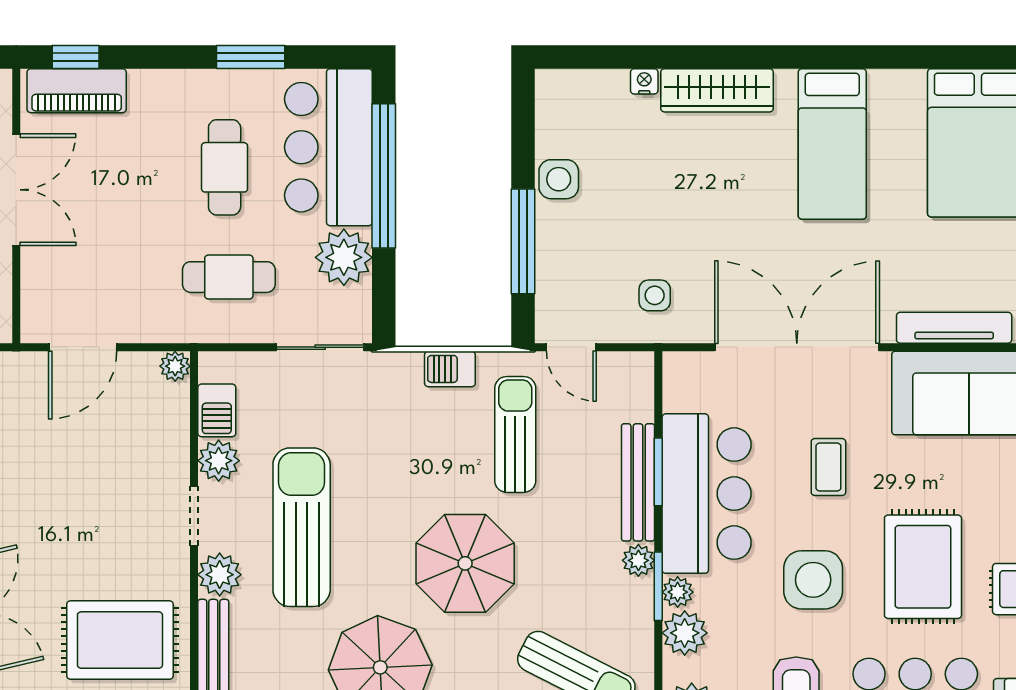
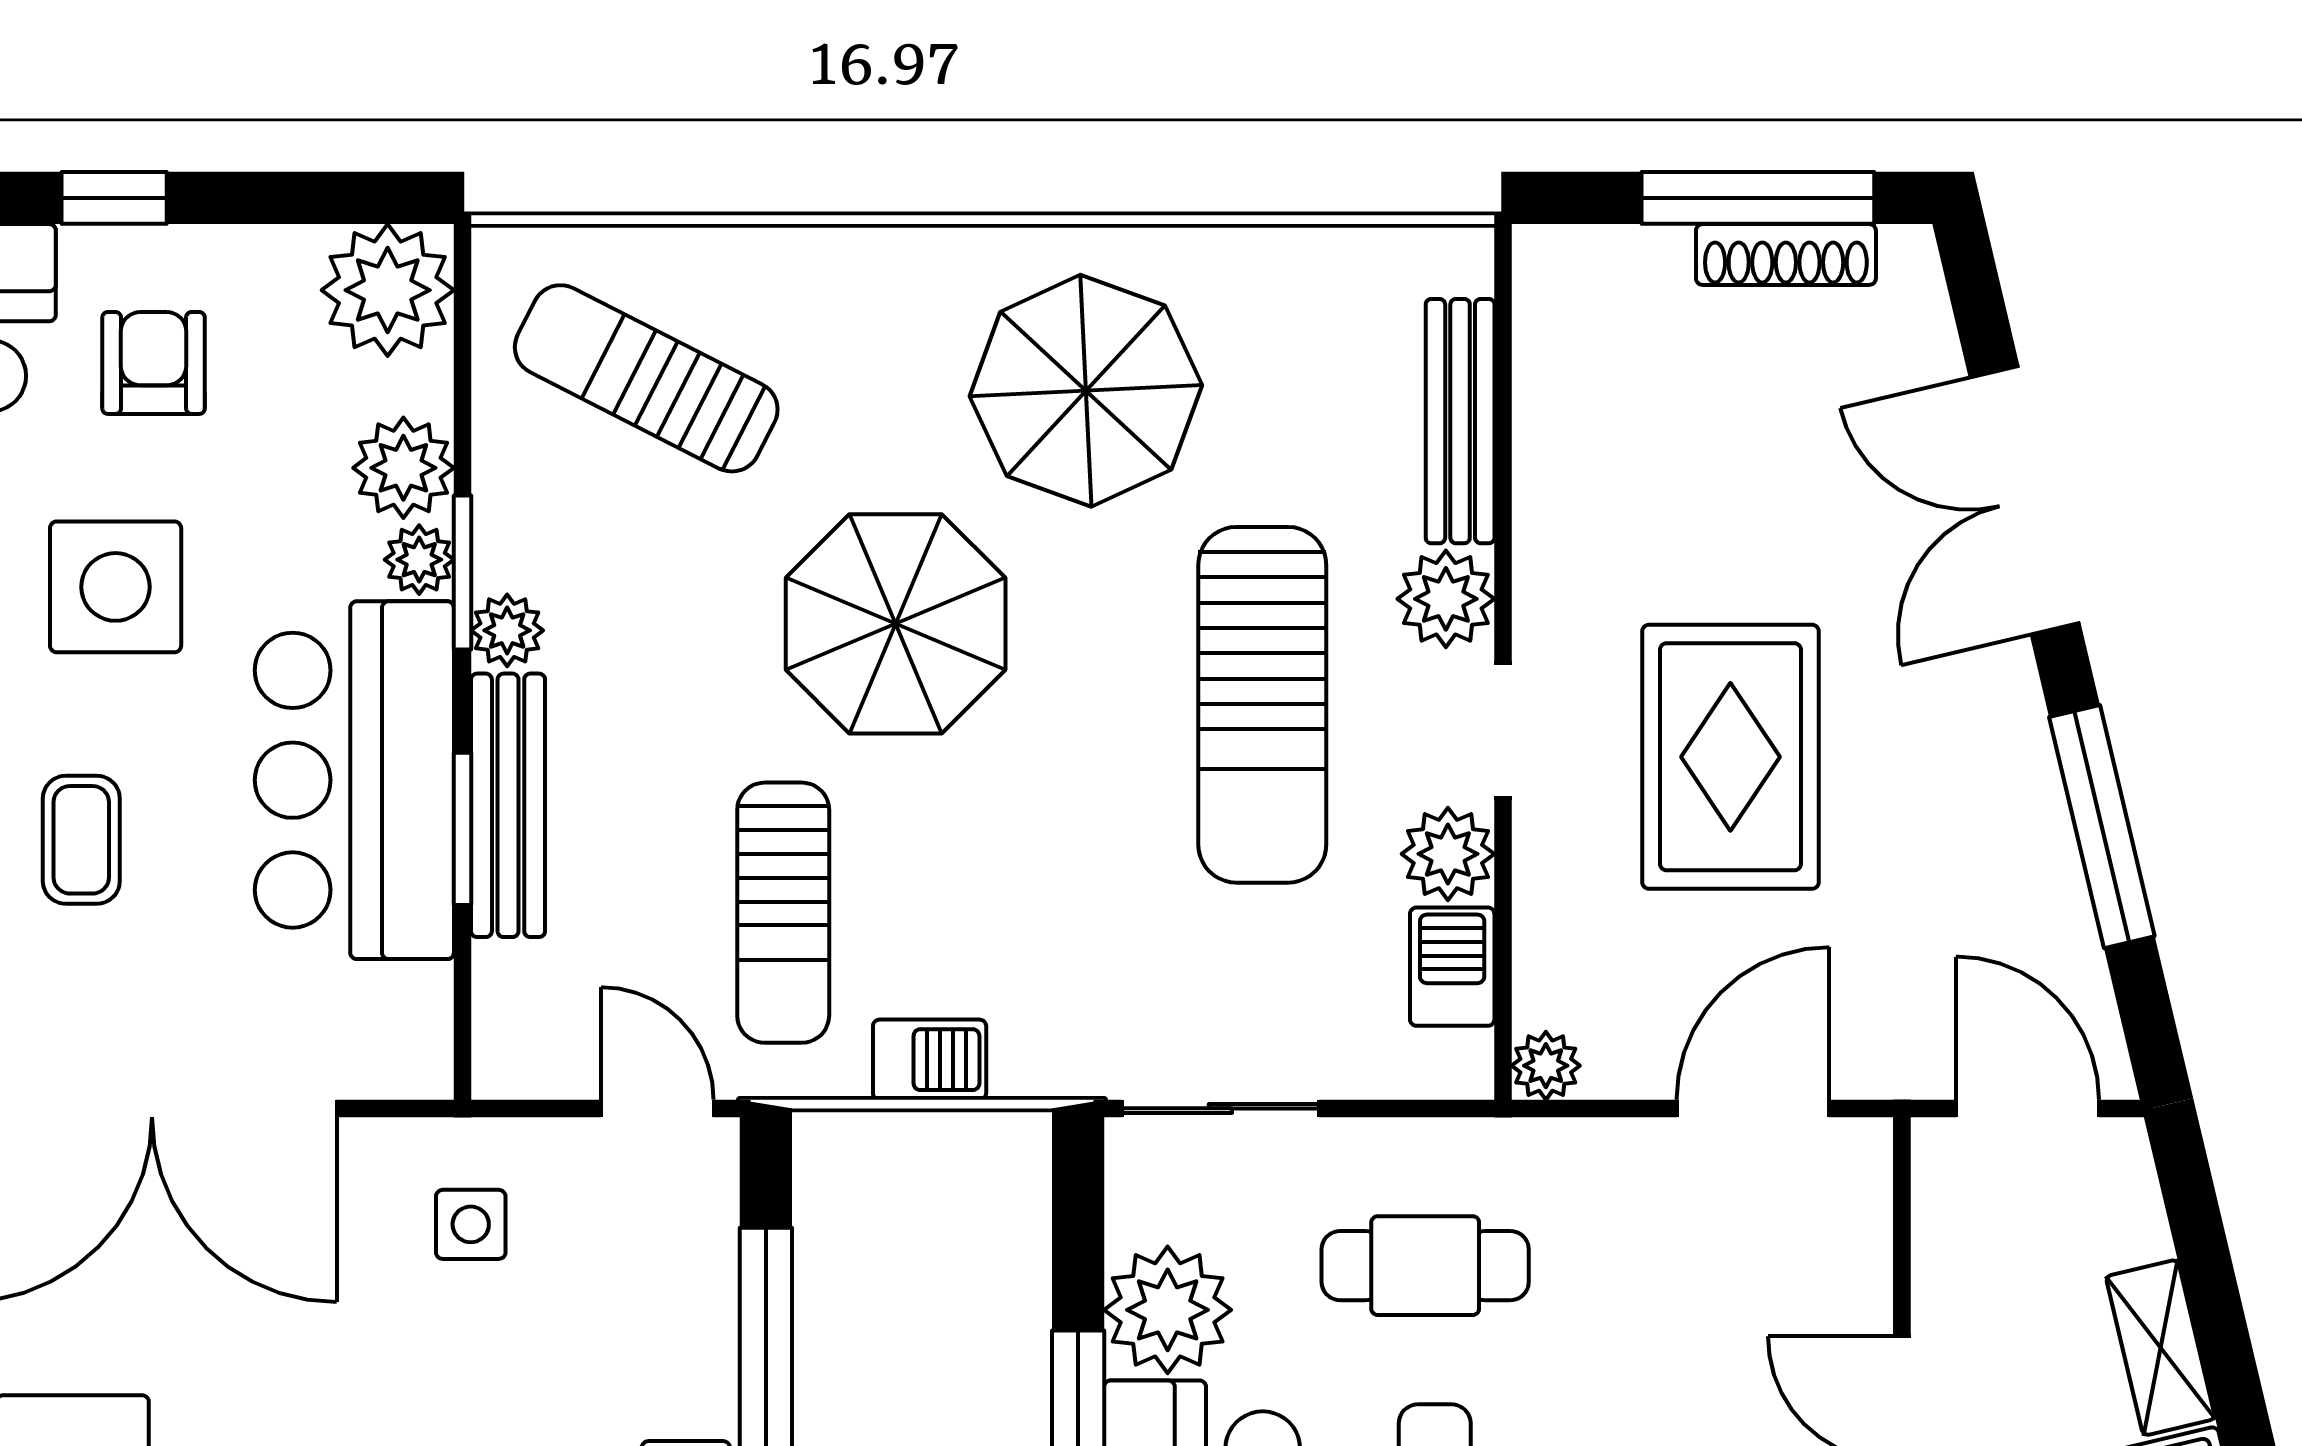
rug: (120, 640) -> (1730, 757), moved, turned 90

